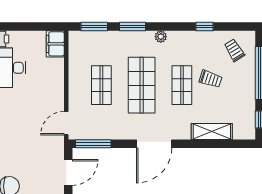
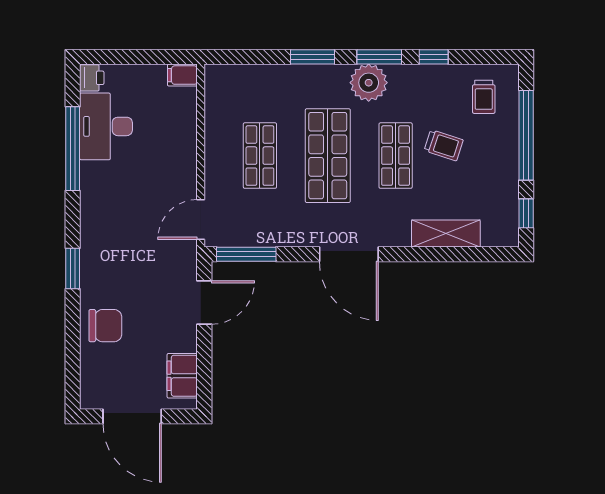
window: (94, 26) -> (379, 57), moved
plant: (161, 37) -> (369, 83), width x1.88, depth x1.88
filing cabinet: (55, 44) -> (182, 75), width x0.50
trolley: (234, 50) -> (484, 97), turned -148
door: (154, 144) -> (349, 254), hinge flipped

